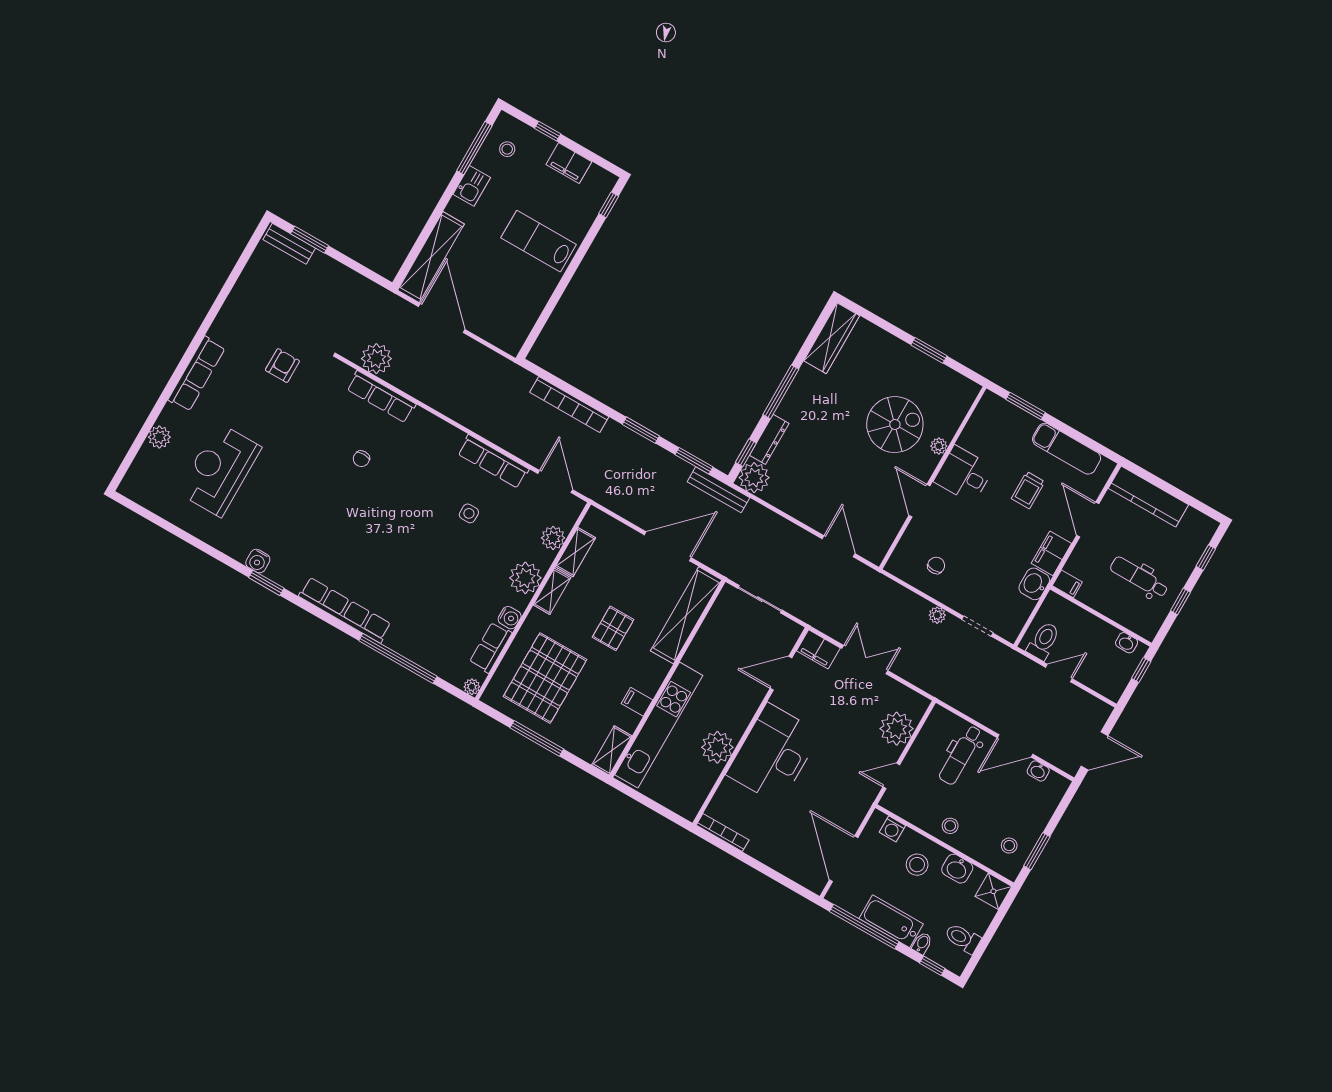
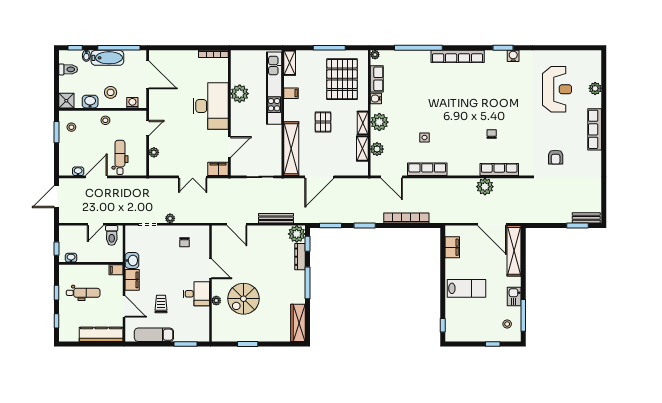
filing cabinet: (569, 163) -> (452, 247), moved, turned 90
plant: (376, 359) -> (485, 187), moved
bench: (718, 490) -> (276, 218), moved
plant: (897, 729) -> (154, 152), width x0.53, depth x0.53

